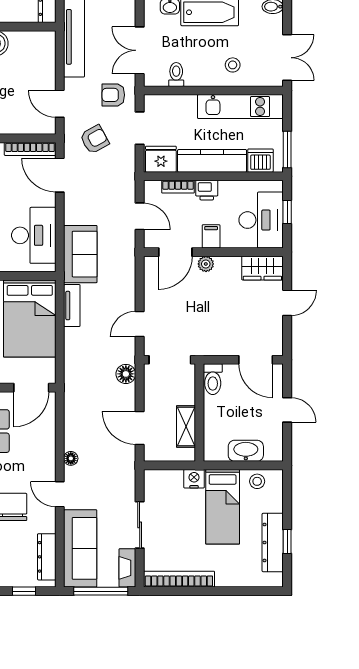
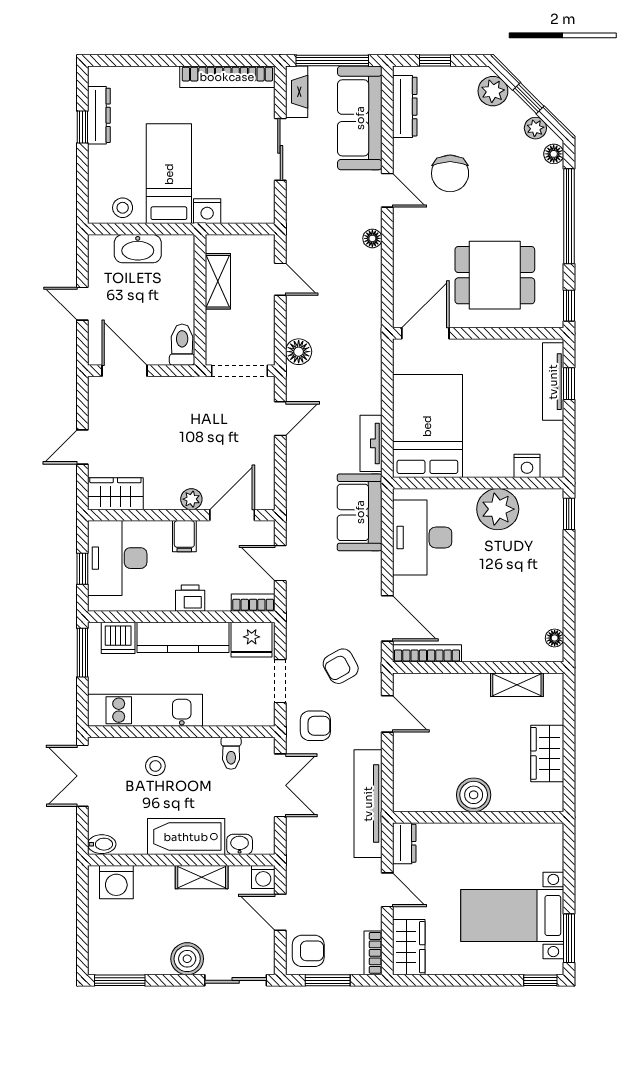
bookcase: (178, 187) -> (253, 603), moved
door: (140, 428) -> (280, 279), width x0.73
dresser: (273, 542) -> (99, 115), width x0.73, depth x0.80

